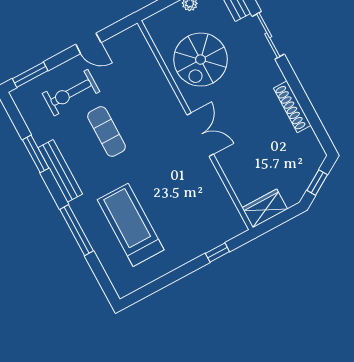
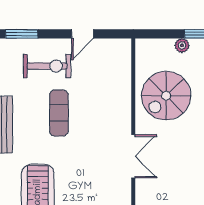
door: (88, 43) -> (83, 34), hinge flipped
exercise bike: (71, 93) -> (47, 66), turned 180

